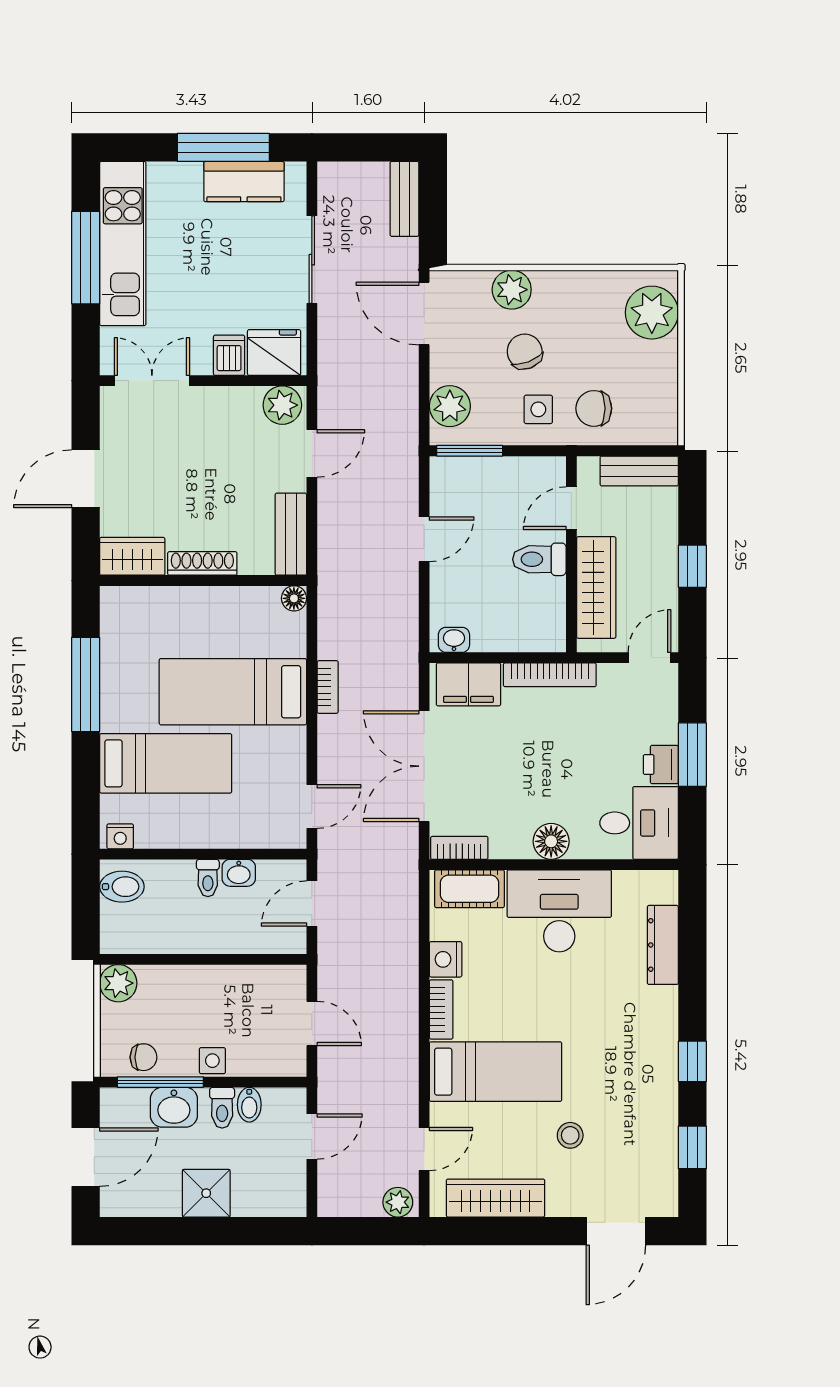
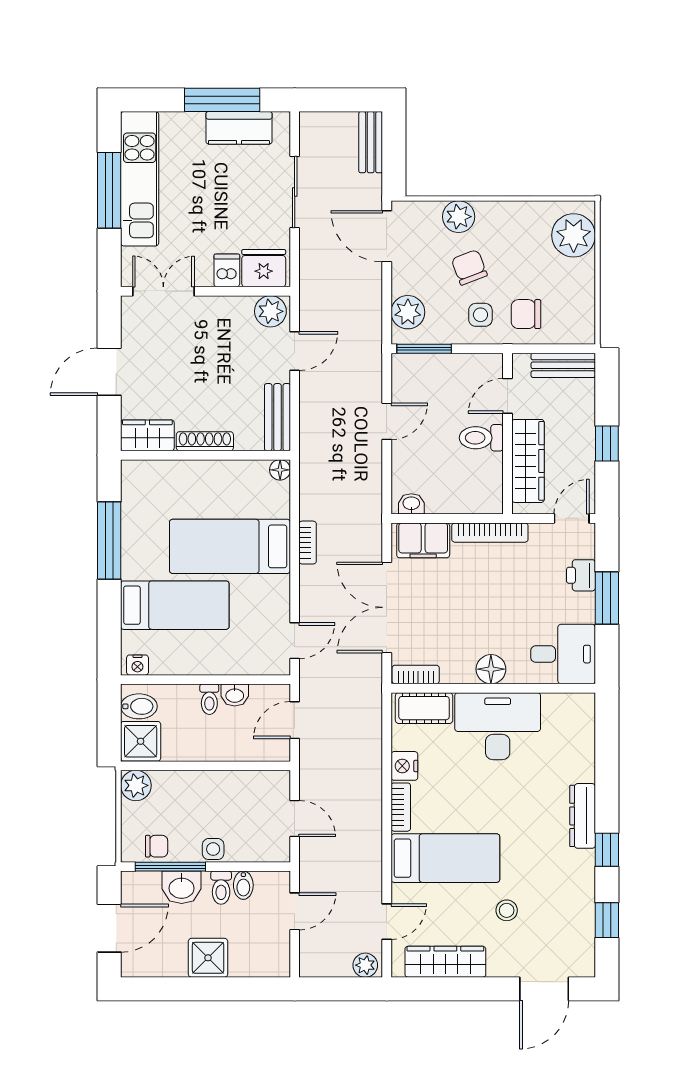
printer: (661, 765) -> (581, 575), moved
shower: (124, 929) -> (141, 741), added
dresser: (663, 945) -> (583, 816), moved

